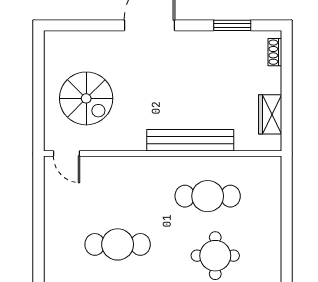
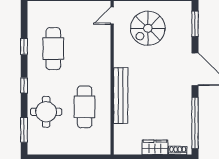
window: (79, 25) -> (195, 24), added
window: (232, 25) -> (195, 123), width x2.11
wardrobe: (270, 114) -> (155, 147), moved

